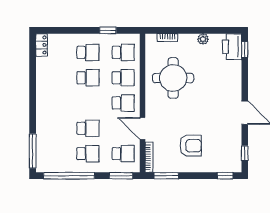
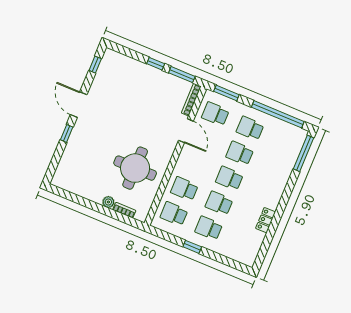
window: (108, 30) -> (192, 247), moved
plant: (203, 39) -> (108, 202), moved
locker: (42, 45) -> (266, 220), moved
printer: (232, 47) -> (64, 175), removed
window: (245, 50) -> (67, 133), moved
school desk: (123, 103) -> (229, 178), moved
armchair: (191, 146) -> (145, 94), removed
window: (225, 176) -> (156, 64), moved

